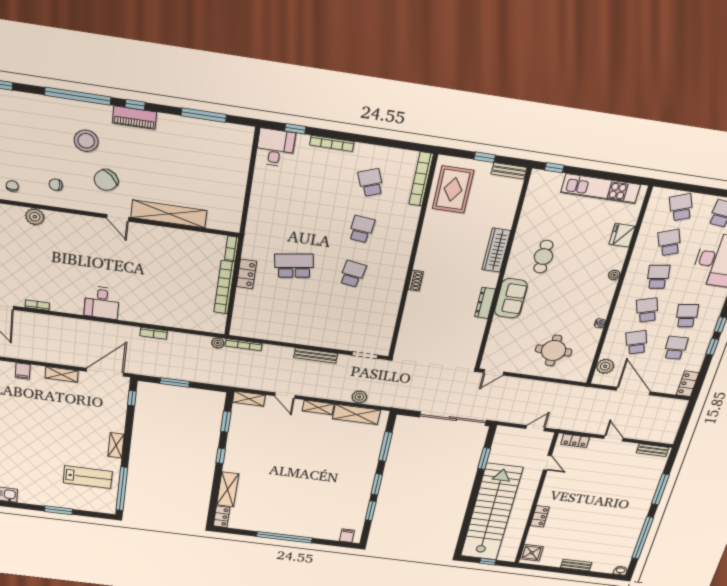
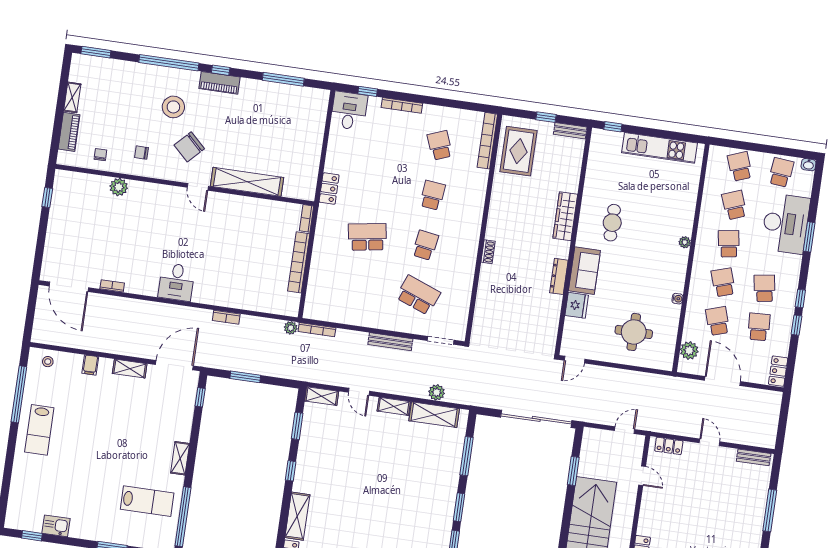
fridge: (622, 235) -> (577, 305), moved, turned 180
locker: (246, 274) -> (329, 189), moved
school desk: (344, 317) -> (418, 295), added

